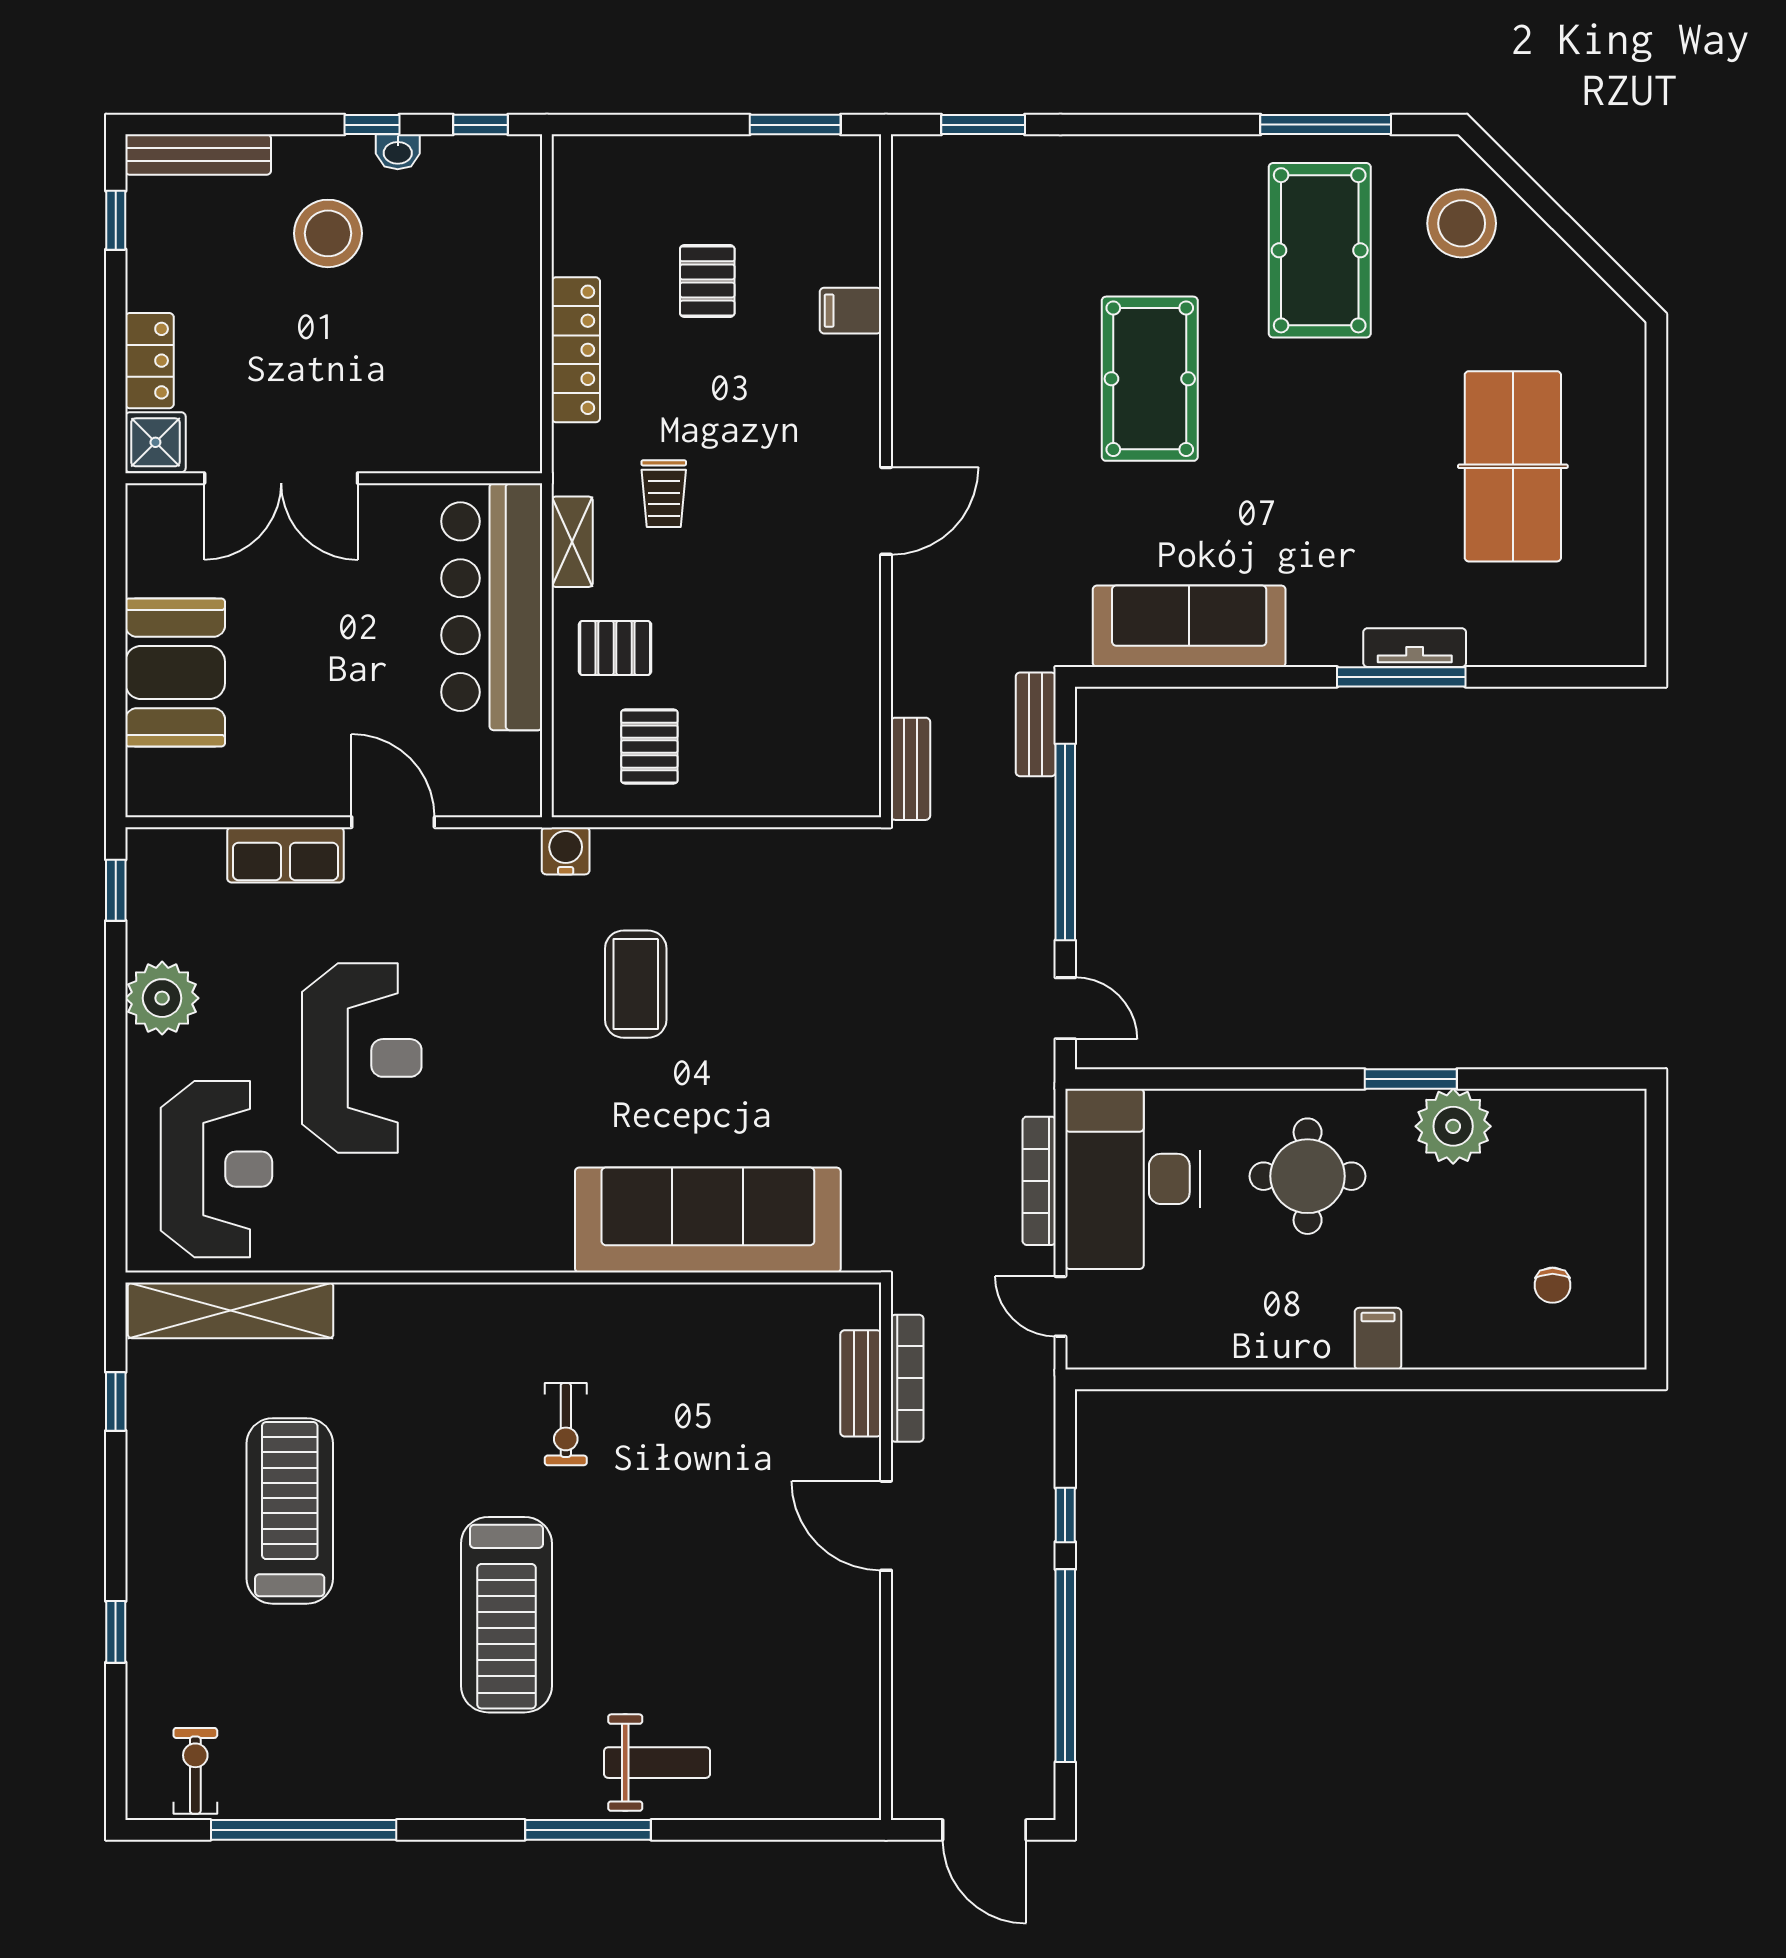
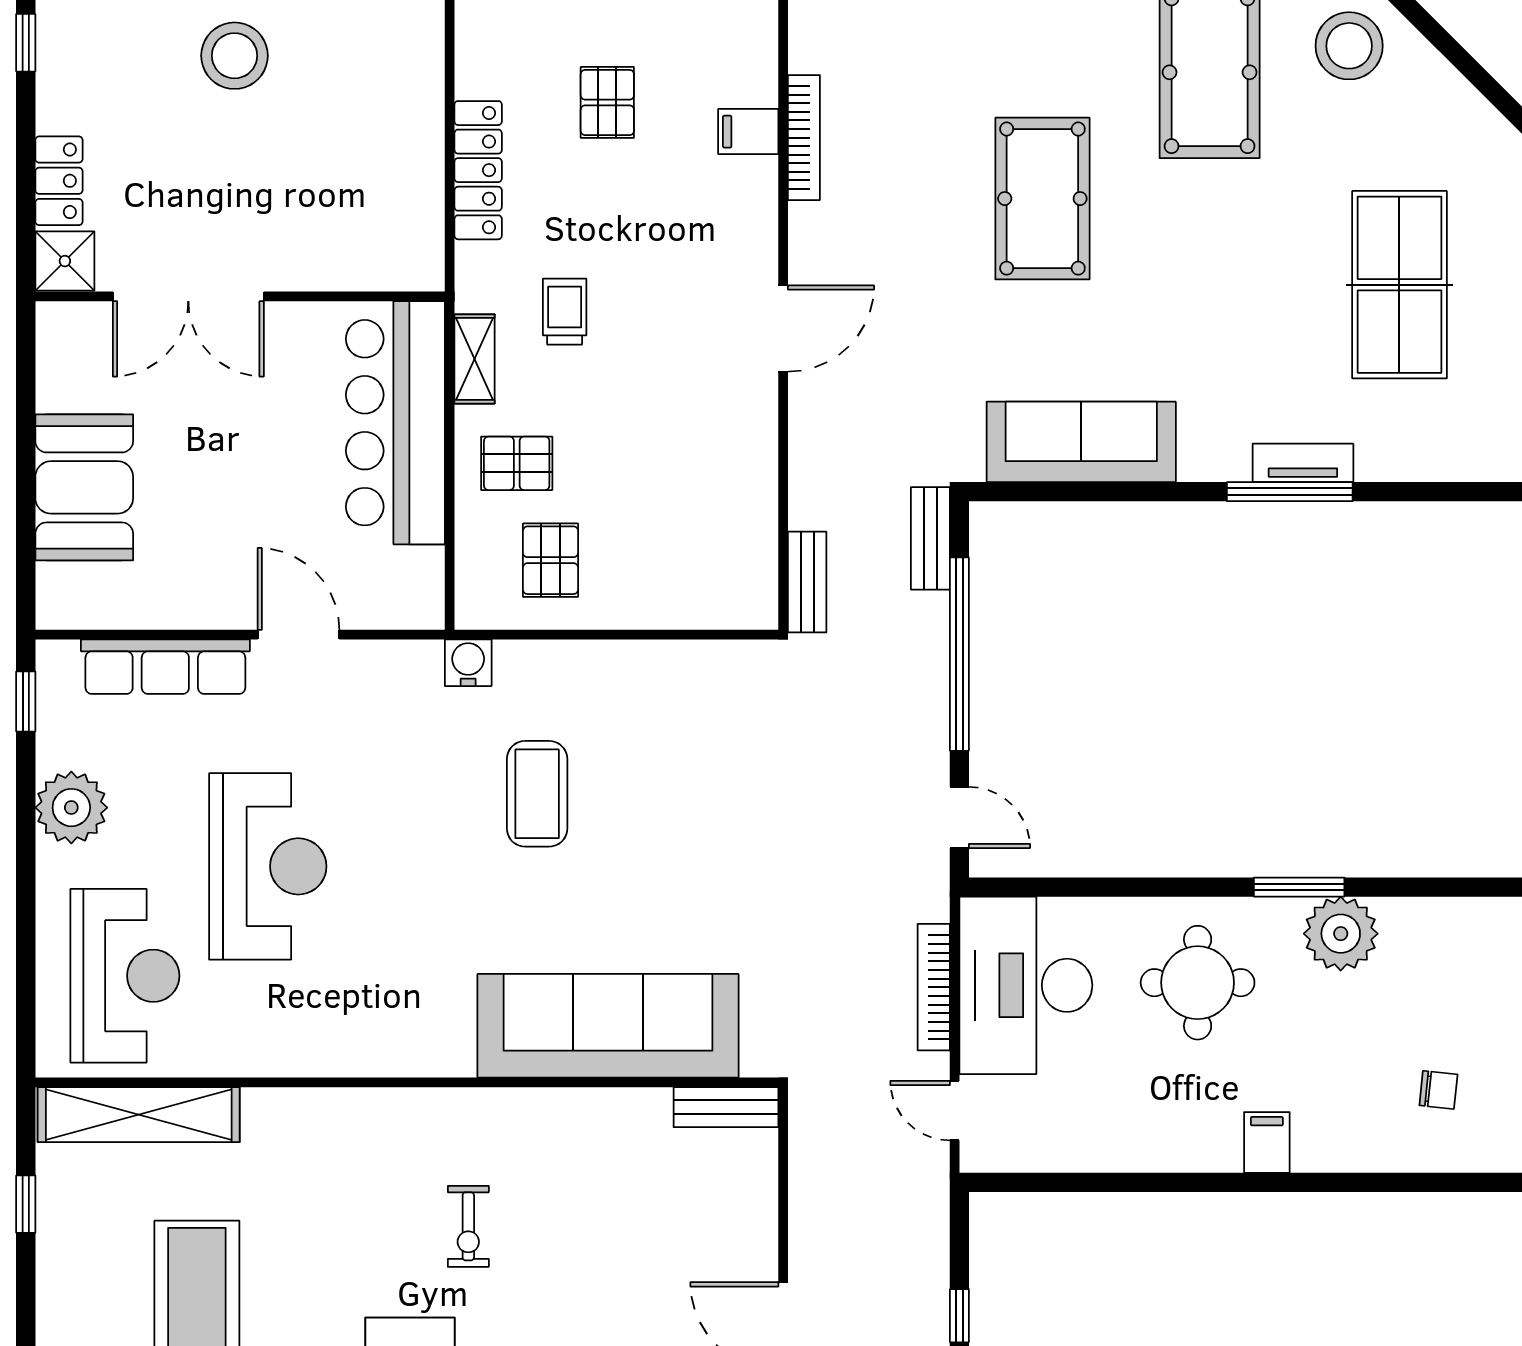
trolley: (664, 494) -> (565, 312), turned 180
row of seats: (285, 855) -> (165, 667), width x1.48
chair: (1553, 1285) -> (1438, 1090), turned -84
bookcase: (907, 1378) -> (804, 138), moved
bench: (861, 1383) -> (726, 1107), moved, turned 90

